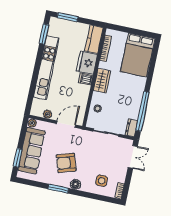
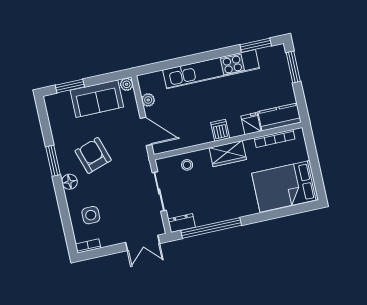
fridge: (87, 63) -> (251, 124), width x0.53, depth x0.75
sofa: (31, 151) -> (97, 99), width x0.73

